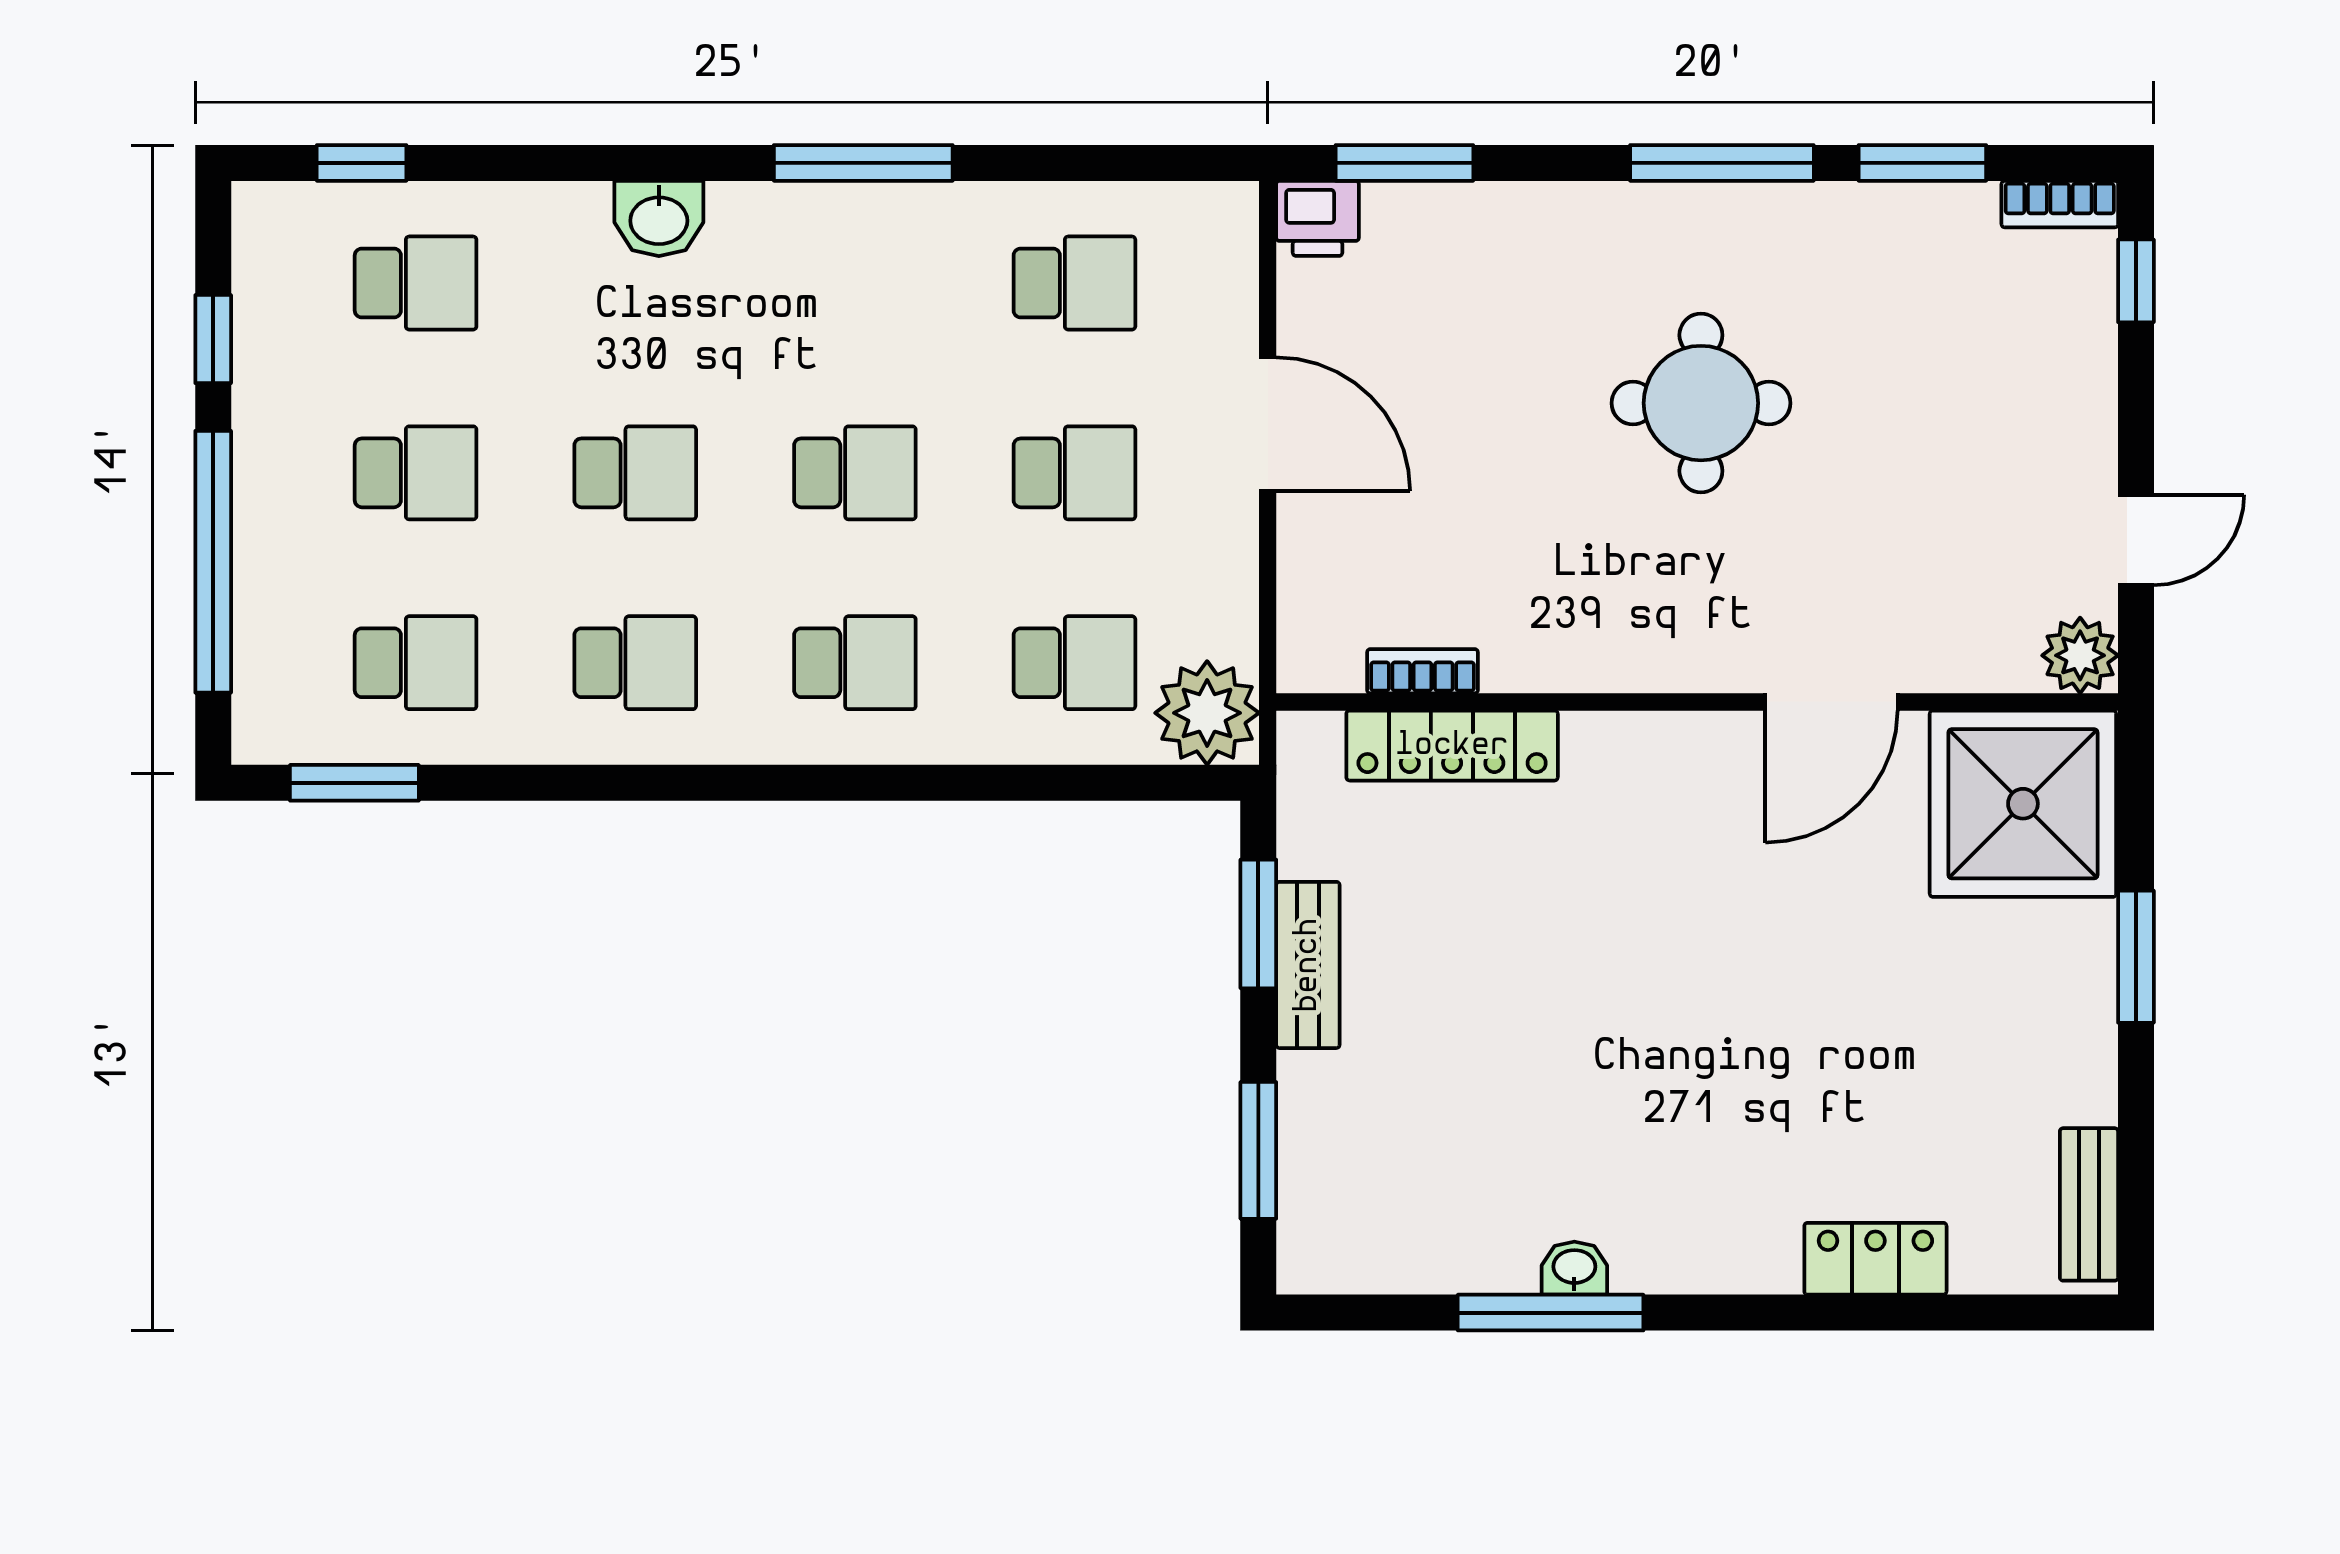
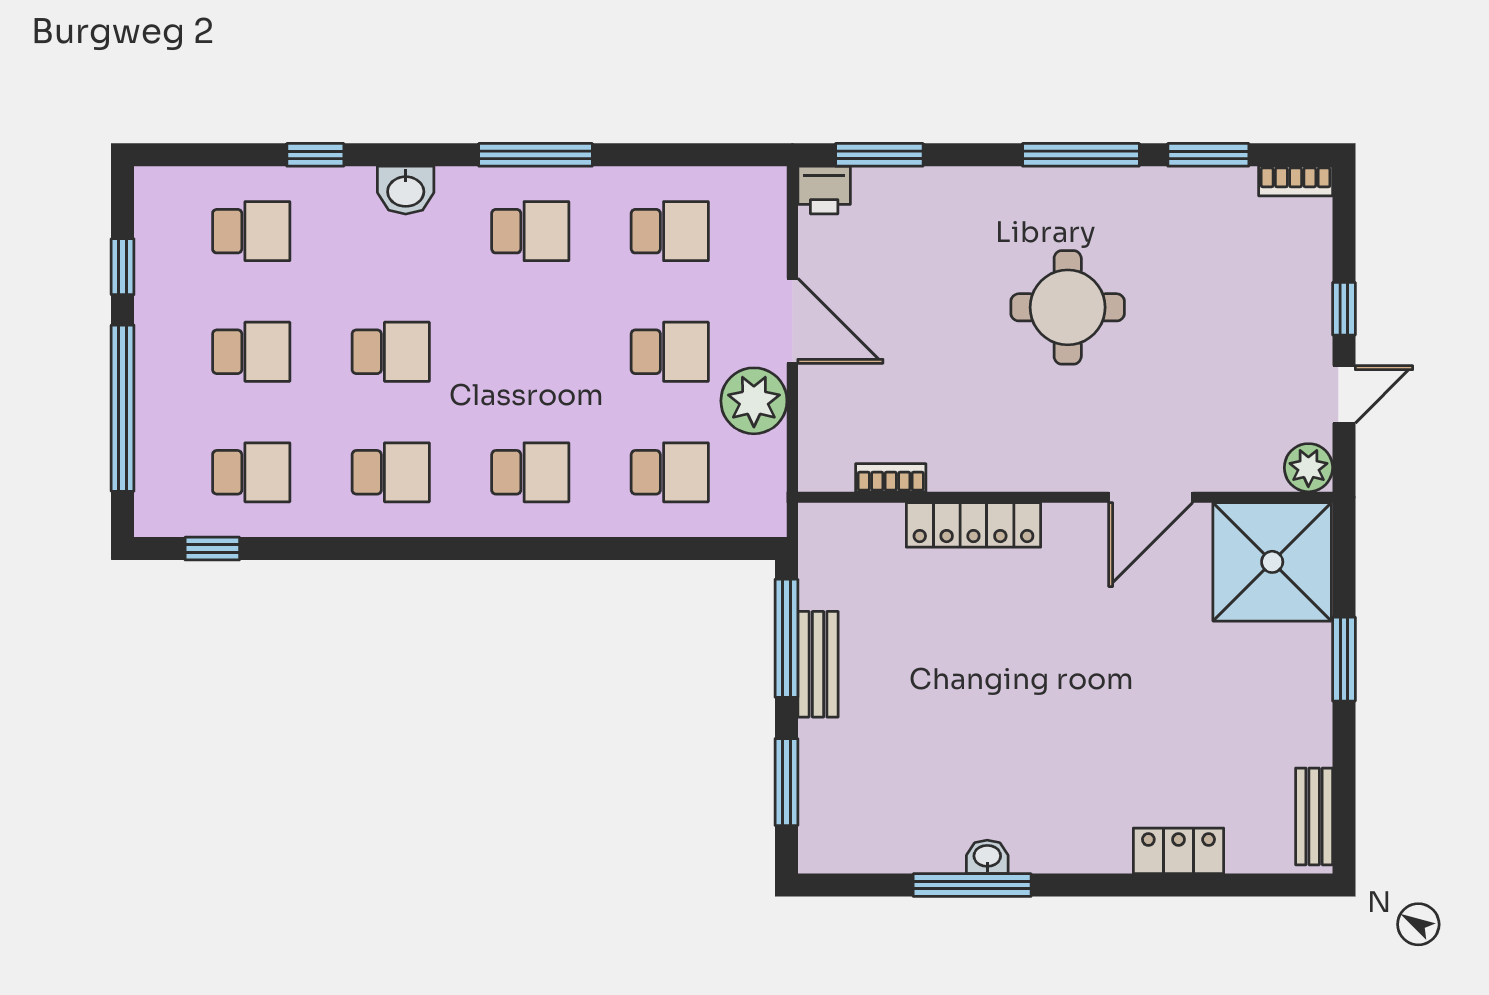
window: (362, 163) -> (315, 155), moved
window: (2136, 281) -> (1344, 309), moved
school desk: (855, 473) -> (530, 231), moved
plant: (1207, 713) -> (754, 401), moved
locker: (1452, 746) -> (973, 525), moved
window: (354, 783) -> (212, 549), width x0.67
window: (1258, 924) -> (786, 638), width x1.44

